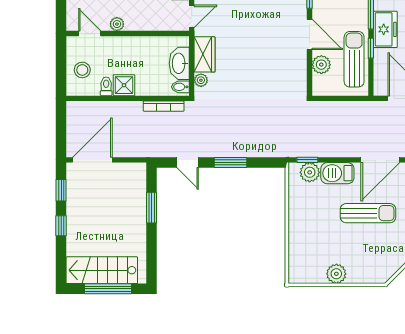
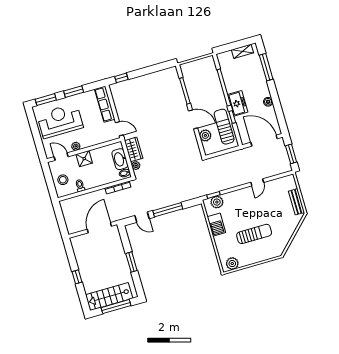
door: (192, 16) -> (119, 129), hinge flipped
shower: (124, 85) -> (84, 159), moved
door: (92, 160) -> (99, 228), moved
door: (380, 160) -> (257, 182), width x0.53
window: (230, 162) -> (168, 210), width x1.44
barbecue: (337, 173) -> (216, 225), moved, turned -90
window: (61, 190) -> (71, 256), removed
window: (152, 208) -> (131, 262), moved
sun lounger: (368, 213) -> (254, 234), moved
plant: (336, 274) -> (232, 264), moved

